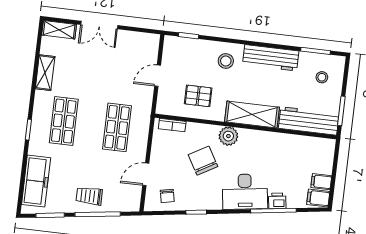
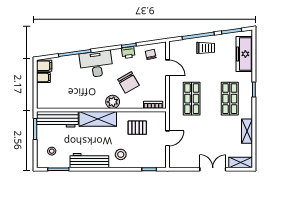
door: (146, 174) -> (168, 68), hinge flipped
printer: (277, 201) -> (128, 53), moved

